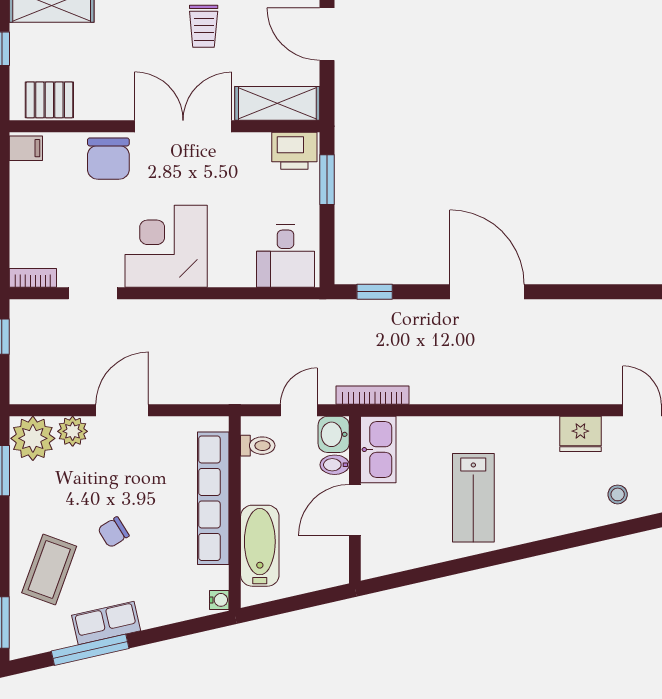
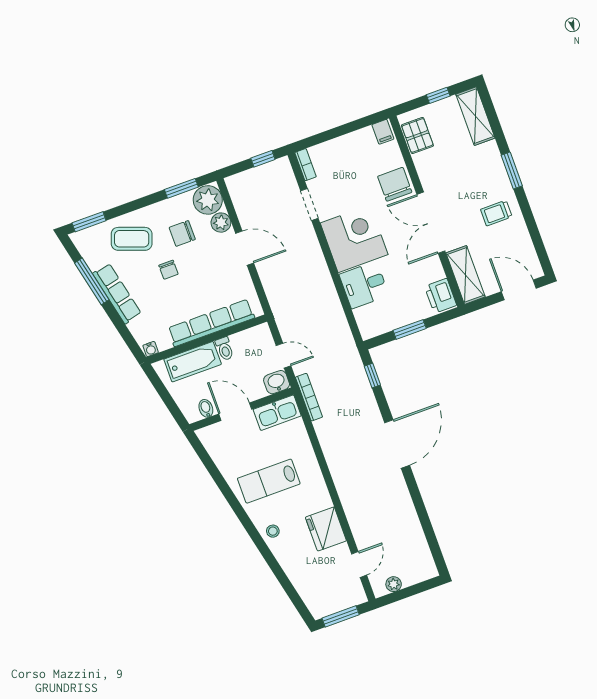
door: (327, 34) -> (519, 290), hinge flipped
double door: (183, 126) -> (431, 223), swing flipped
chair: (108, 159) -> (395, 184), turned 90
window: (327, 180) -> (410, 329), moved
desk: (285, 256) -> (364, 285), moved
fridge: (580, 434) -> (326, 529), width x1.36, depth x1.34
toilet: (258, 446) -> (225, 349), moved
bidet: (335, 465) -> (206, 408), moved
chair: (68, 493) -> (182, 233), added
stool: (618, 494) -> (273, 531), moved
chair: (113, 532) -> (169, 270), turned -148
row of seats: (106, 623) -> (117, 294), width x1.48

